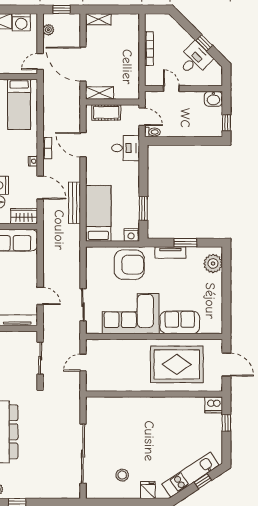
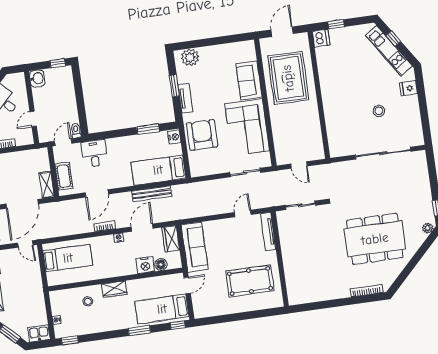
stool: (122, 475) -> (379, 111), moved

